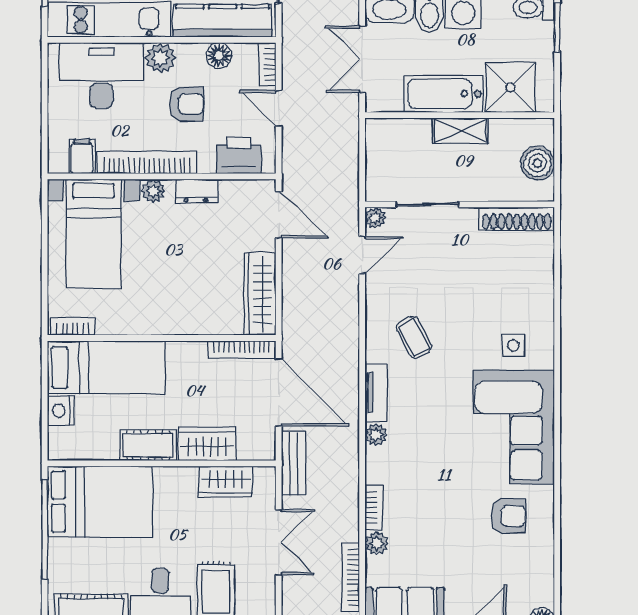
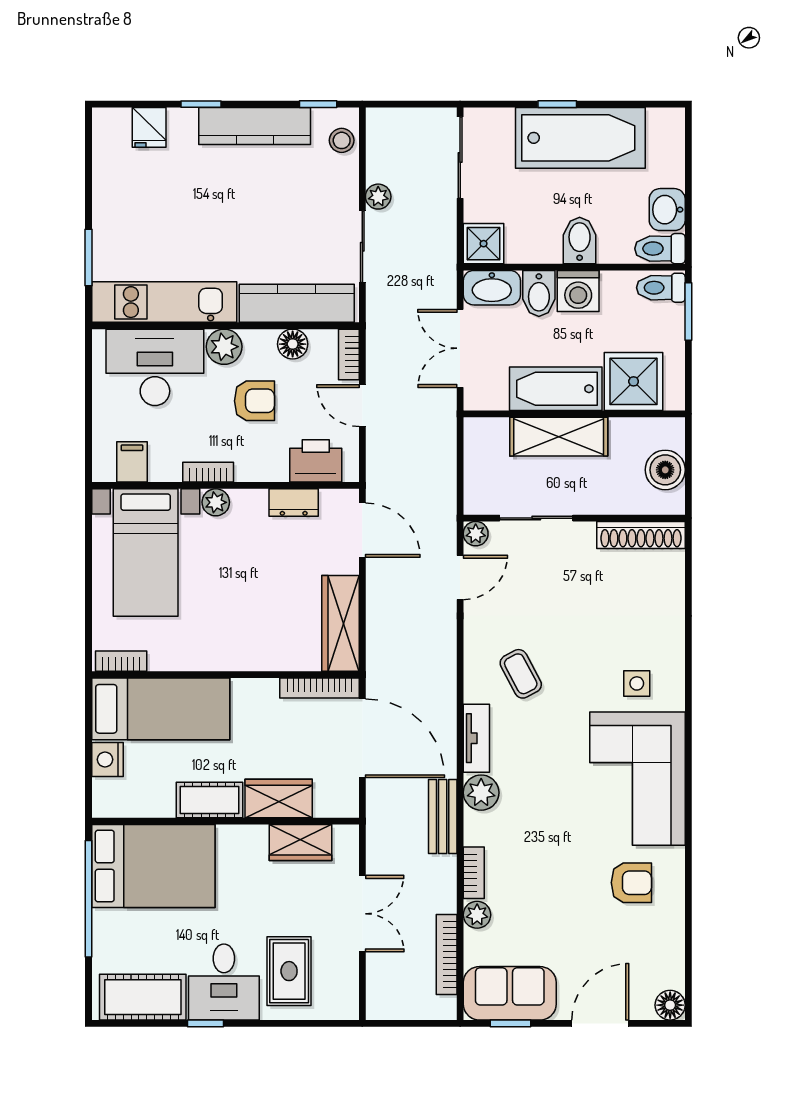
shelving: (460, 130) -> (559, 437), width x1.50, depth x1.33
bookcase: (147, 162) -> (208, 472), width x0.43, depth x0.76
dresser: (196, 191) -> (294, 503), moved
plant: (376, 435) -> (481, 793), width x1.38, depth x1.38
bench: (294, 463) -> (443, 817), moved

